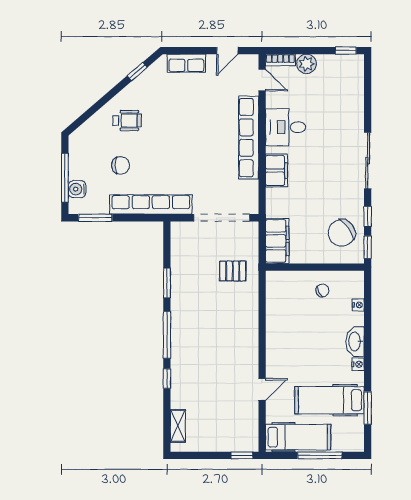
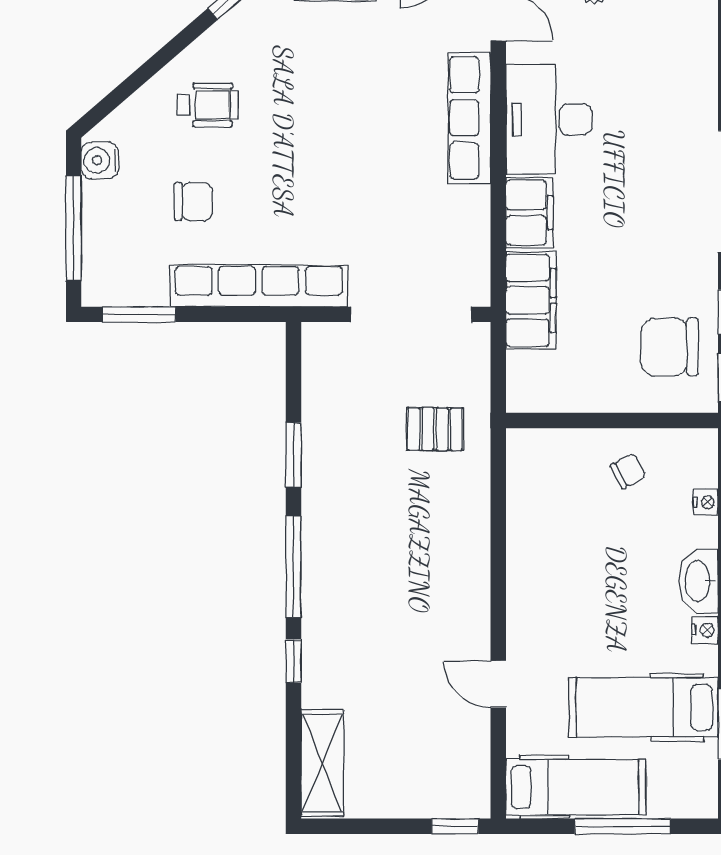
desk: (286, 127) -> (549, 119), width x1.37
row of seats: (249, 138) -> (469, 118), width x0.73
water cooler: (77, 189) -> (100, 160), moved
chair: (342, 233) -> (670, 347), turned 36
filing cabinet: (277, 241) -> (531, 300), moved
door: (262, 389) -> (498, 684), swing flipped
shelving: (178, 426) -> (322, 763), width x1.50, depth x1.33

